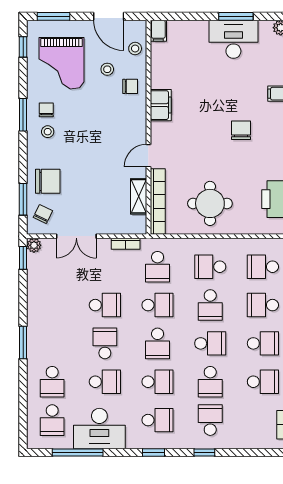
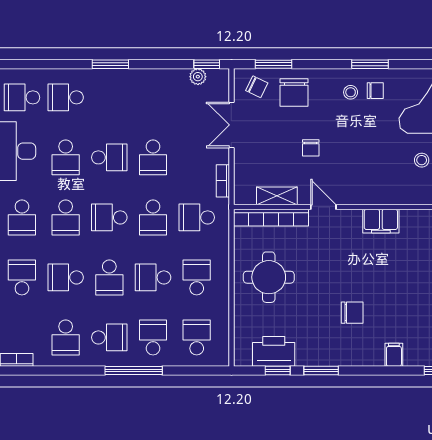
chair: (130, 86) -> (311, 148), moved
plant: (34, 245) -> (198, 77), moved
school desk: (263, 343) -> (109, 337), turned -90
school desk: (210, 420) -> (22, 277), turned -90

